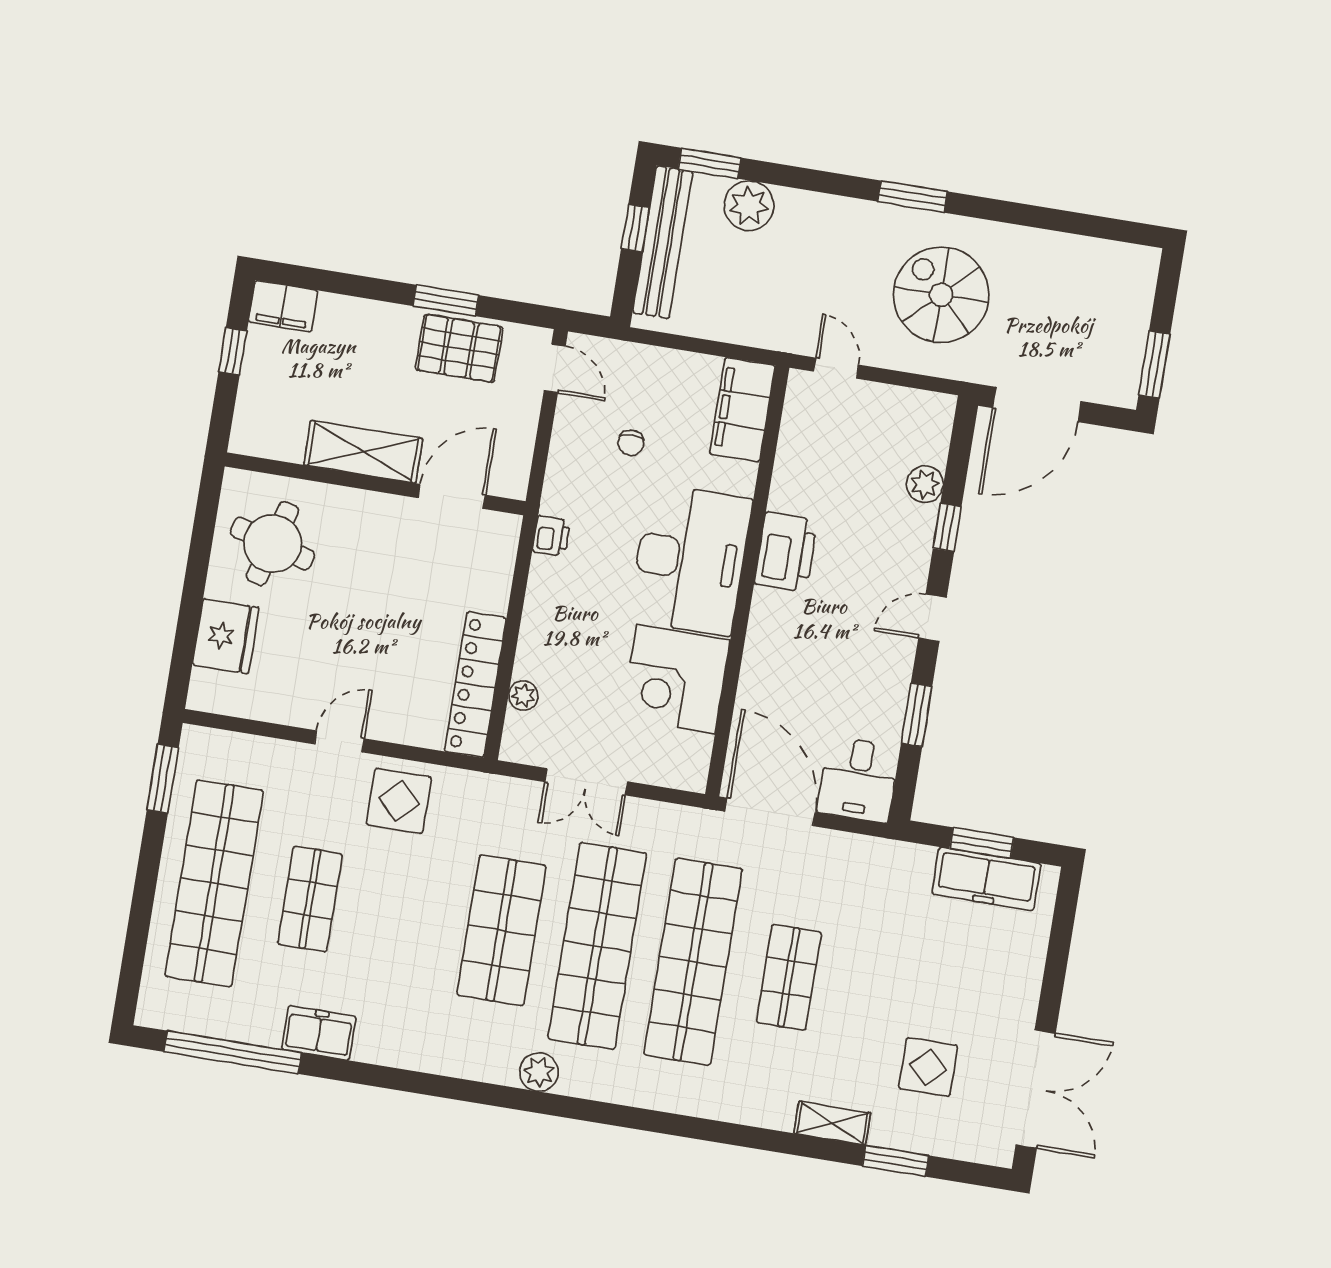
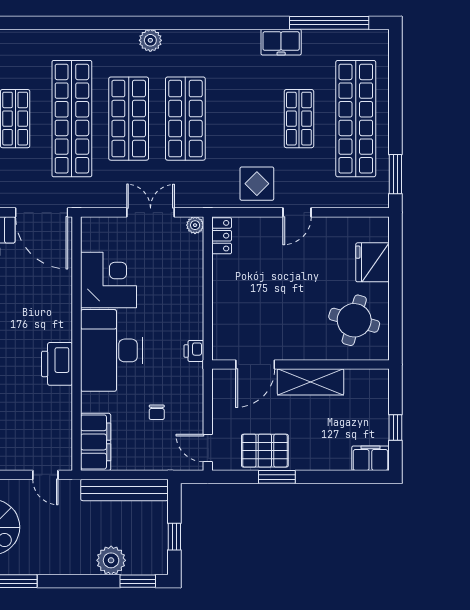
bench: (663, 242) -> (125, 490), moved, turned 90
chair: (631, 443) -> (157, 412), turned 180
locker: (475, 685) -> (222, 236), width x0.46, depth x0.83
plant: (523, 696) -> (195, 225), moved
shop shelf: (597, 946) -> (129, 119), width x0.71

